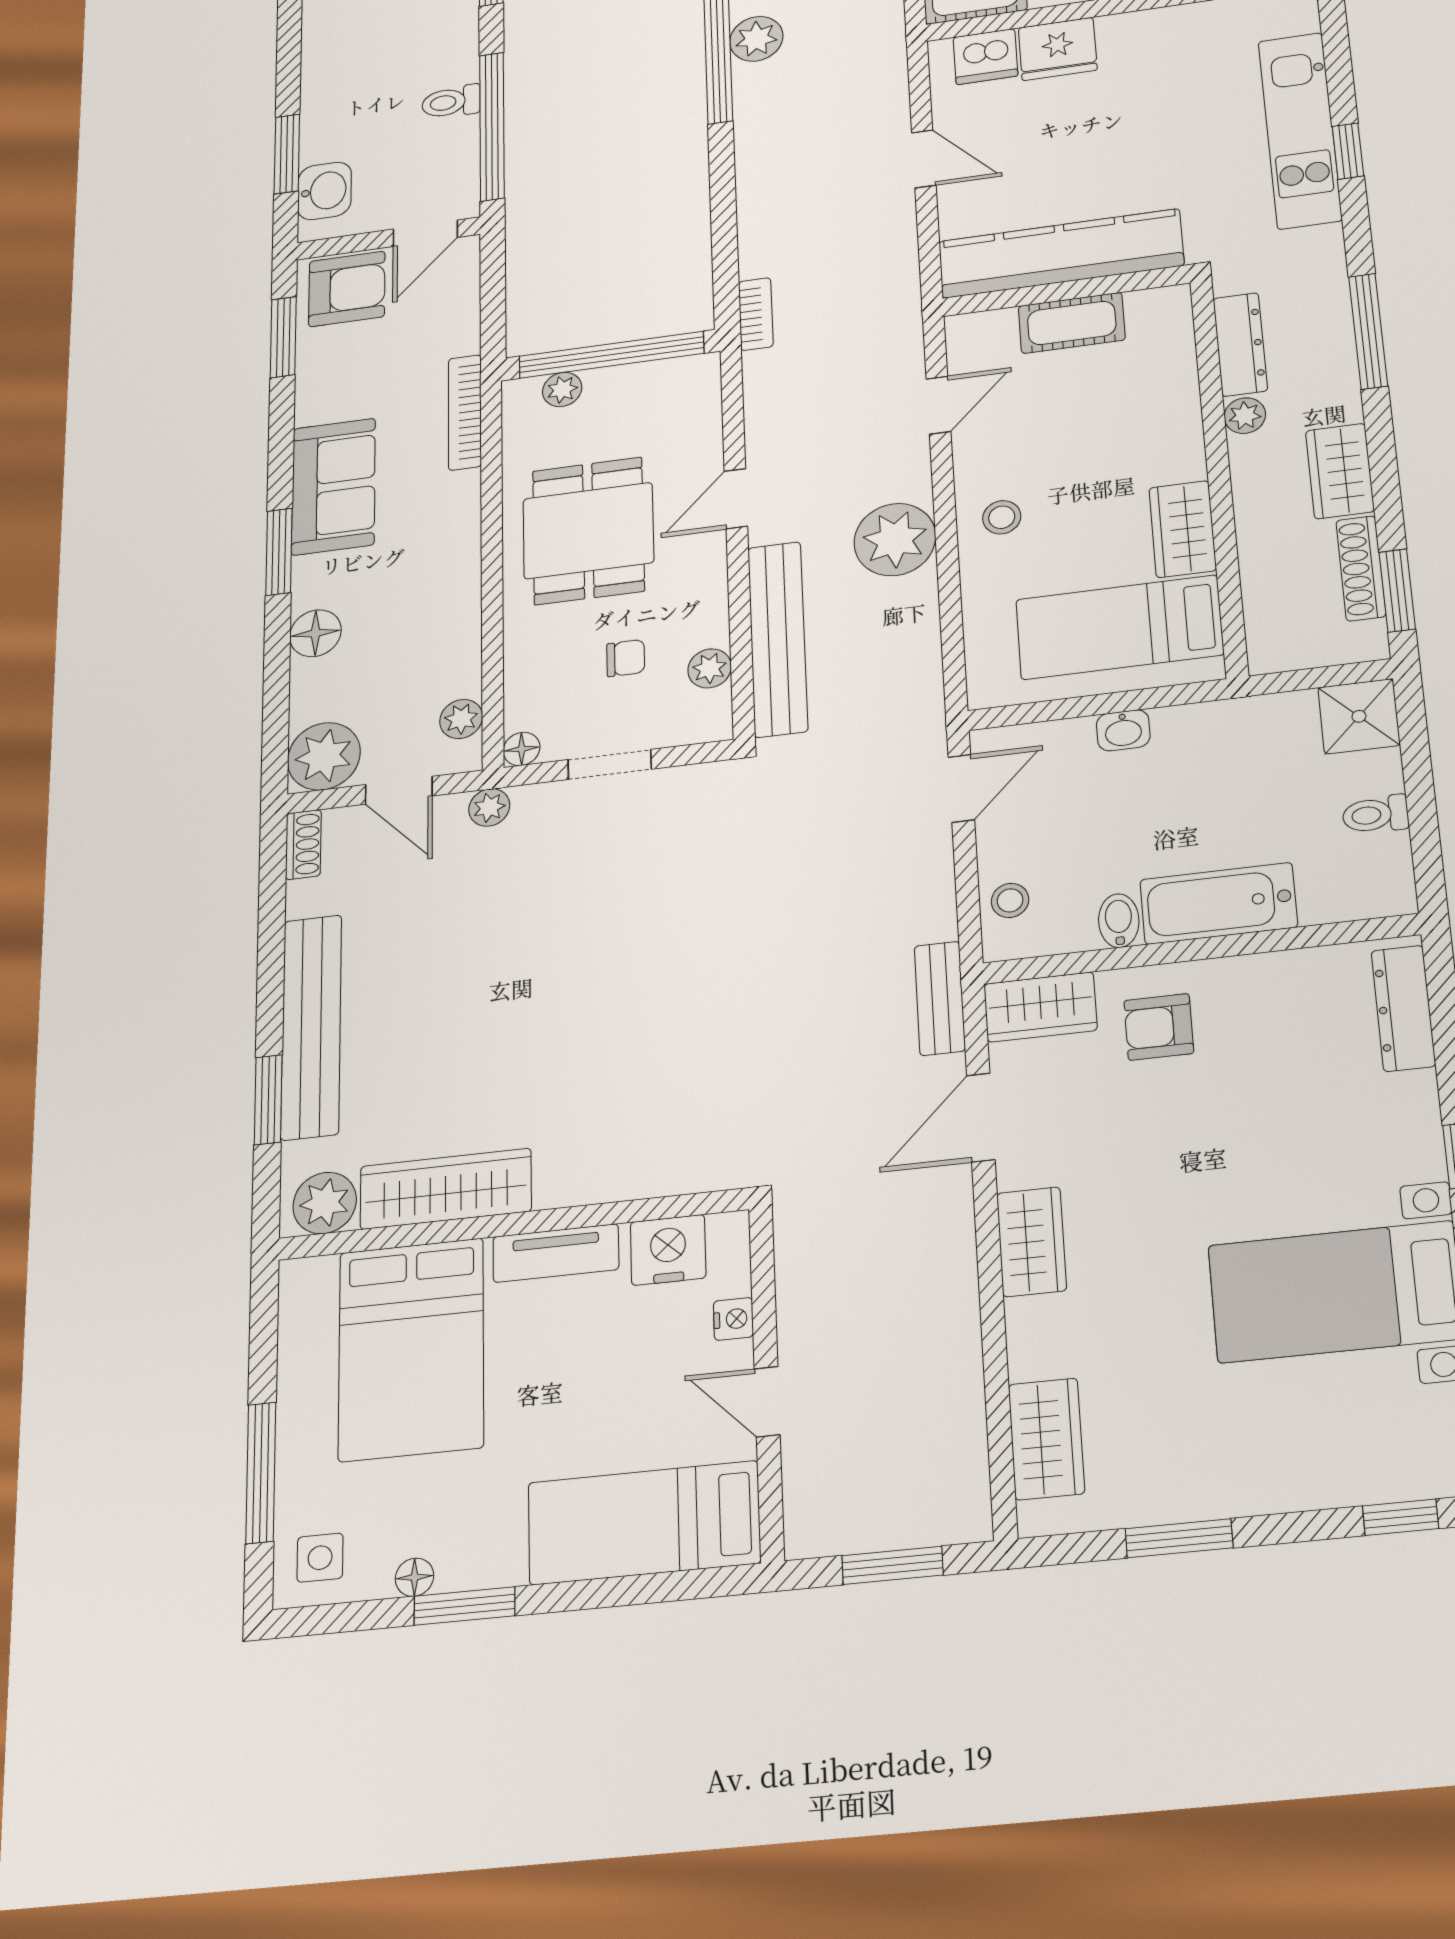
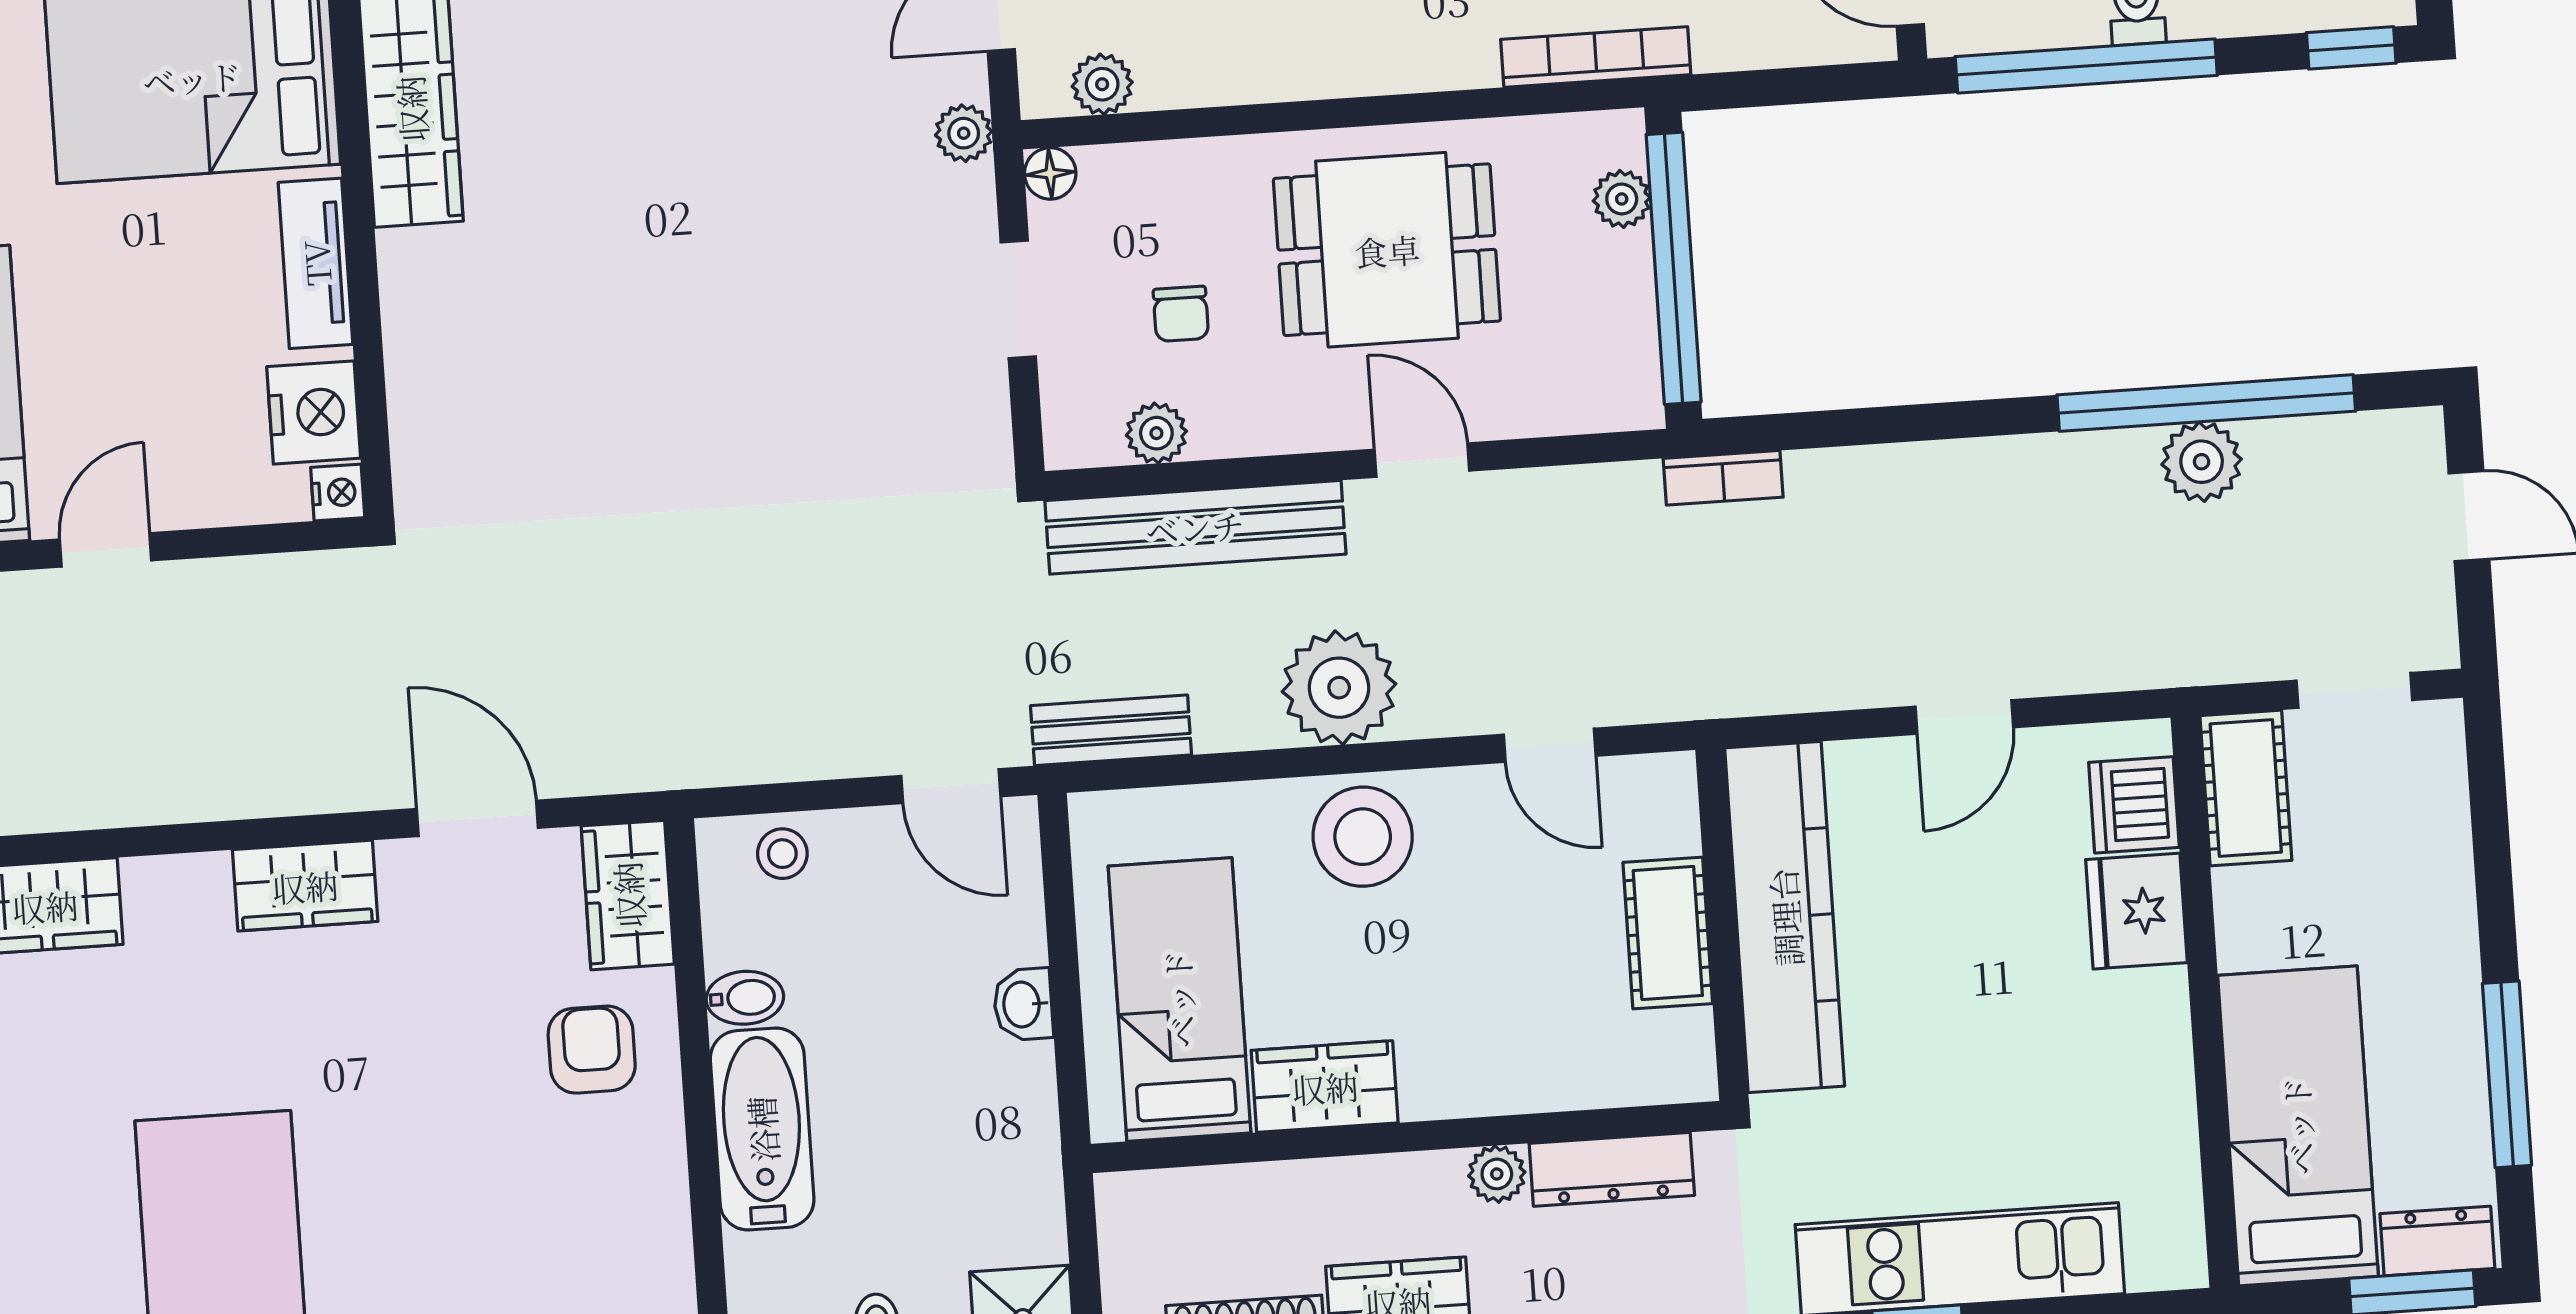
stool: (1002, 517) -> (1363, 837), width x1.89, depth x1.89
bench: (940, 998) -> (1111, 730), moved
nightstand: (733, 1319) -> (338, 492), moved, turned -90

